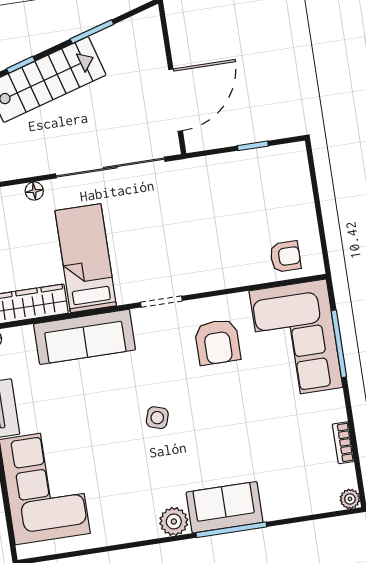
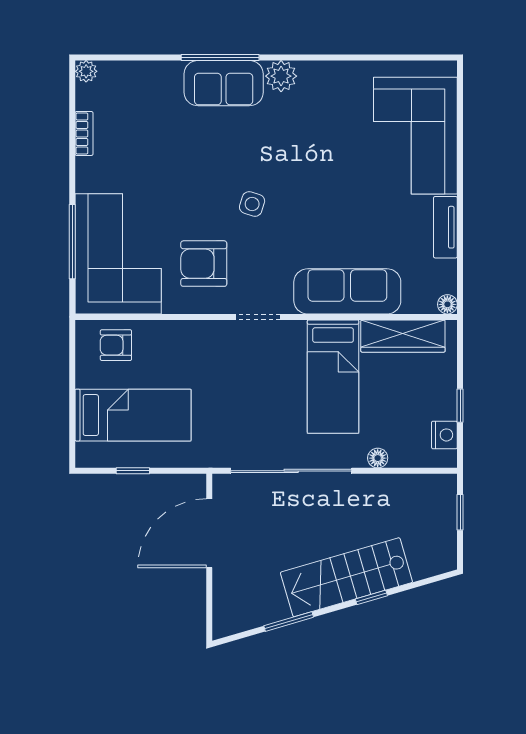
bed: (260, 196) -> (133, 415), added
armchair: (217, 342) -> (204, 264), turned -90
side table: (157, 418) -> (252, 204), moved

